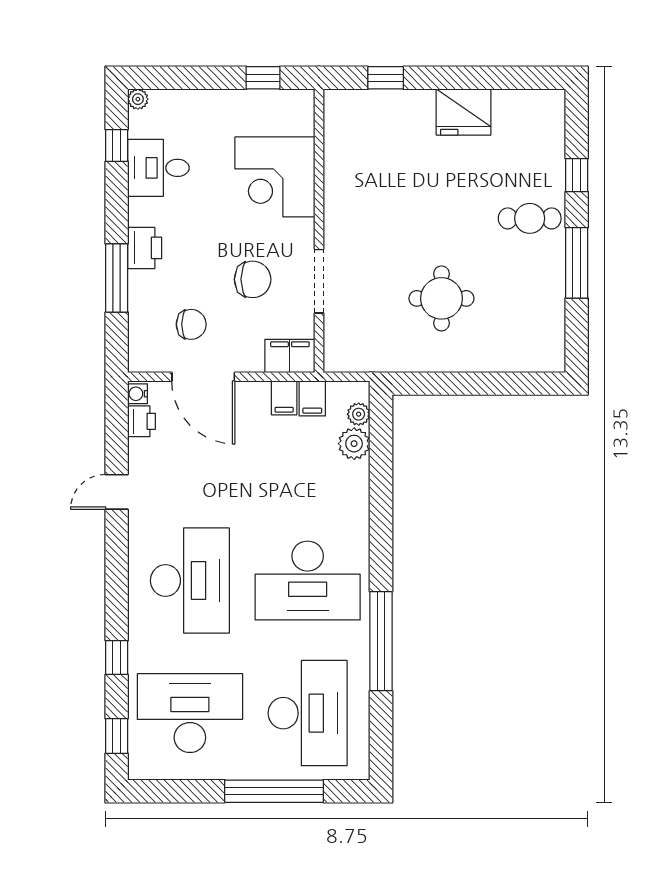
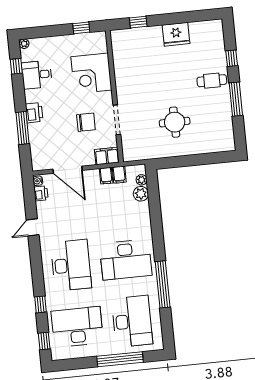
chair: (191, 324) -> (59, 146), removed

